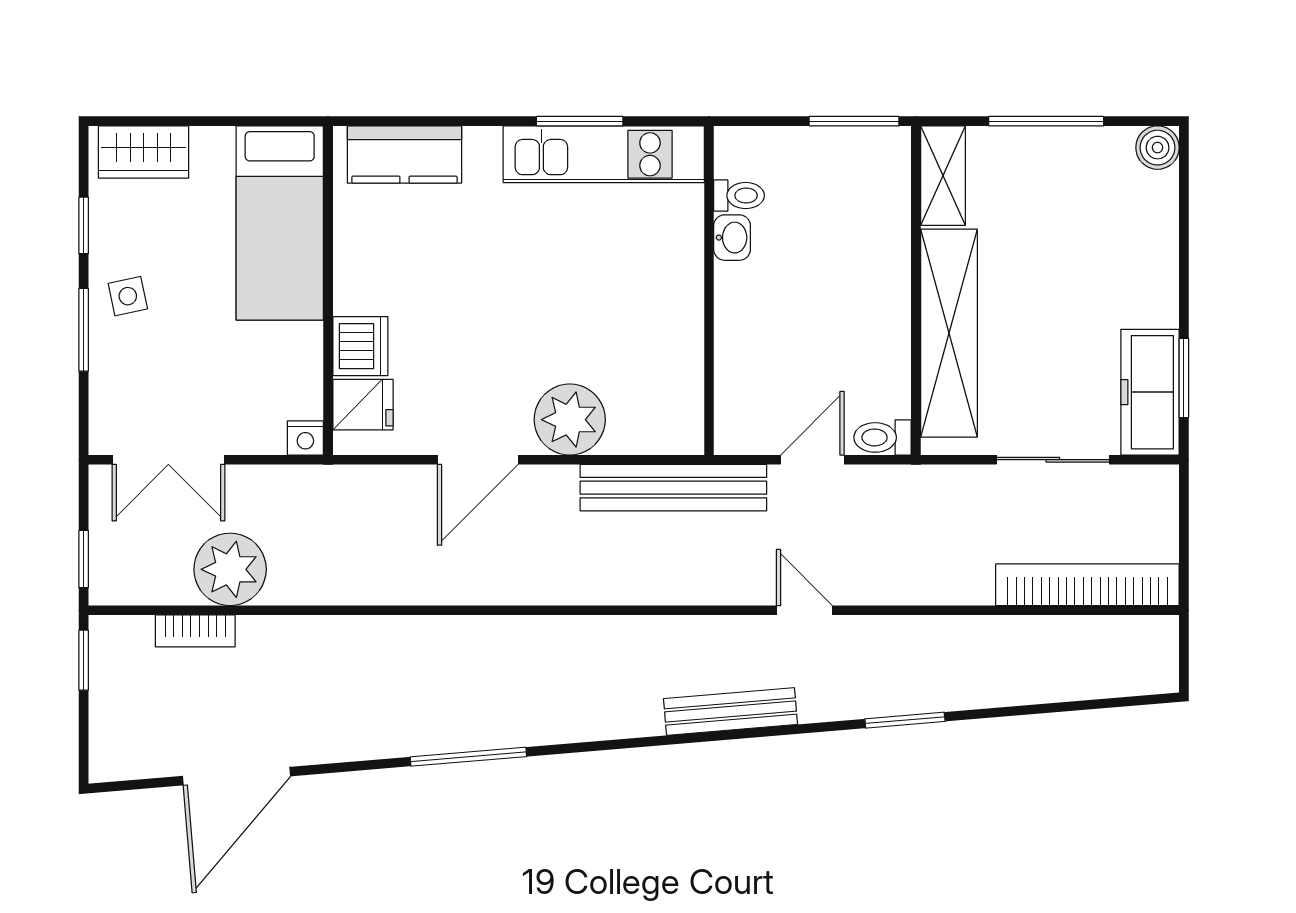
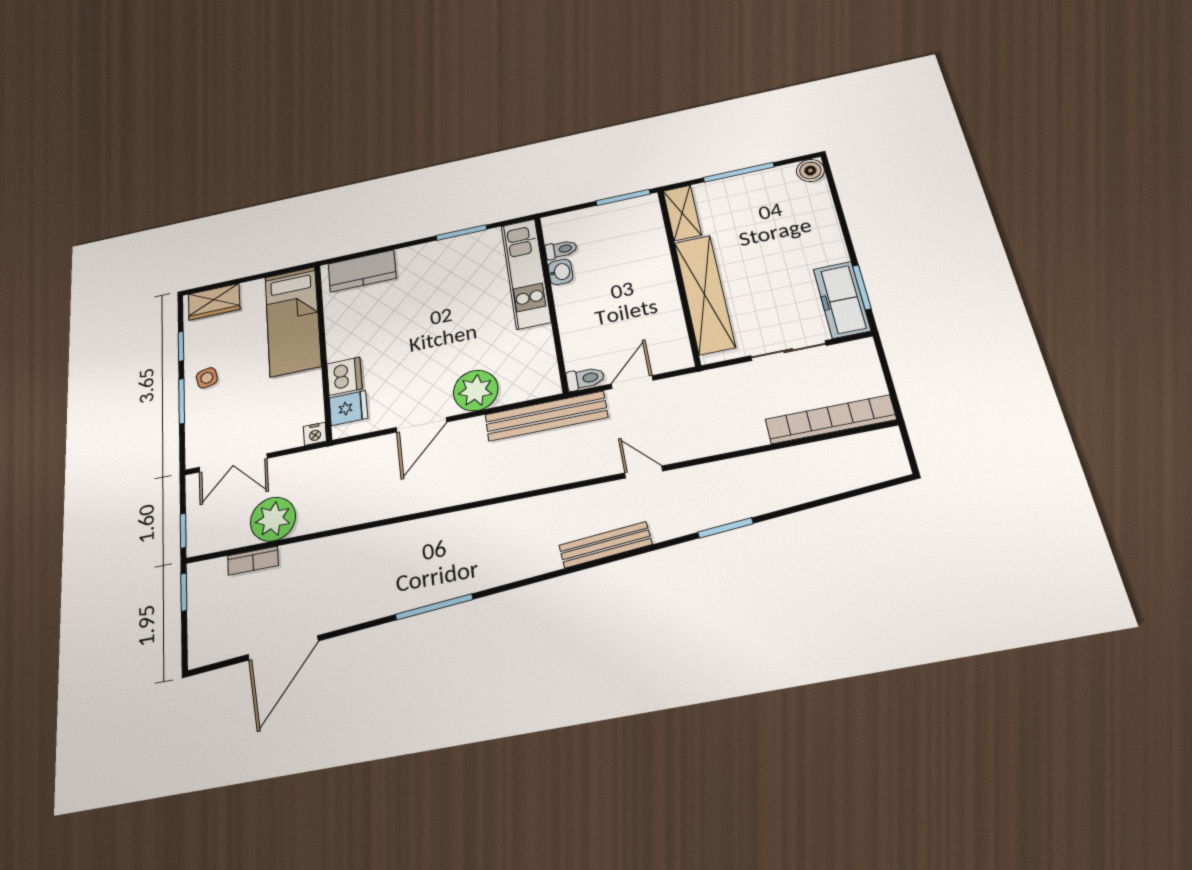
kitchen unit: (604, 154) -> (526, 273), moved, turned 90
toilet: (883, 437) -> (585, 379), moved, turned 180

